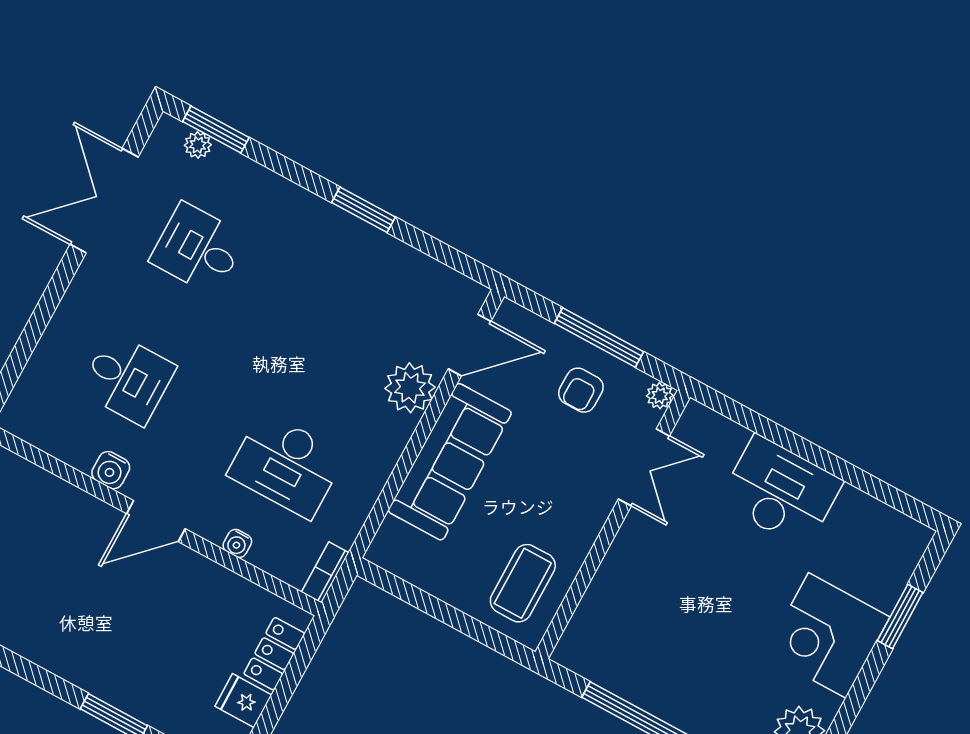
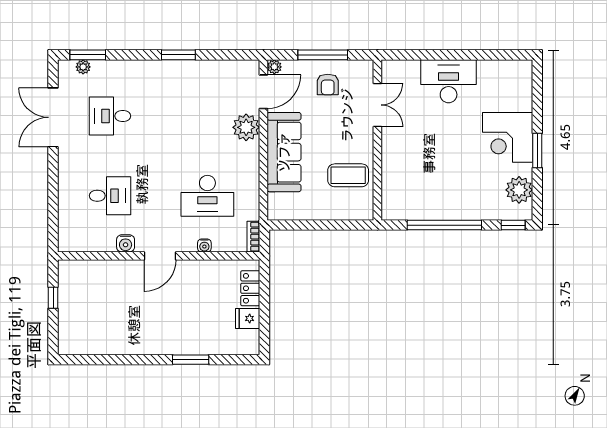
plant: (660, 396) -> (274, 67), moved
coffee table: (523, 583) -> (348, 175), moved, turned 90
window: (900, 617) -> (537, 150), moved

